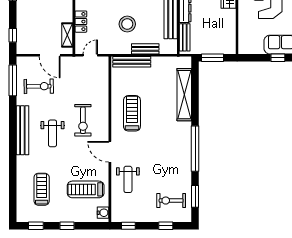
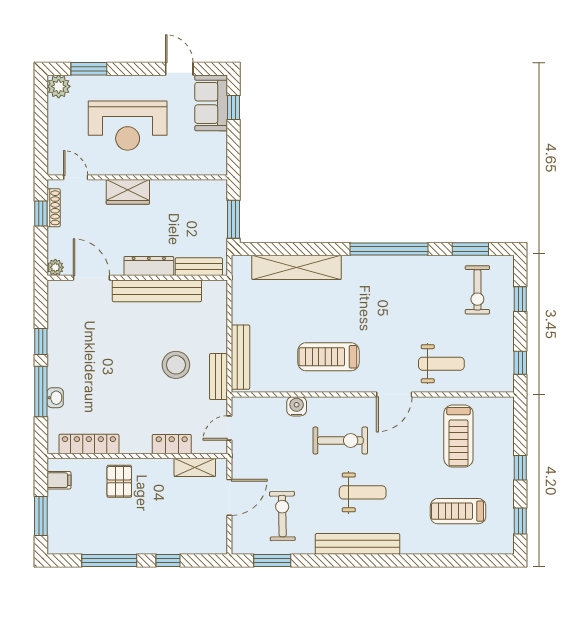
window: (13, 35) -> (168, 560), moved
bench: (145, 49) -> (218, 377), moved
door: (90, 55) -> (229, 428), hinge flipped
window: (13, 80) -> (272, 560), width x0.69
water cooler: (103, 213) -> (297, 406), moved

